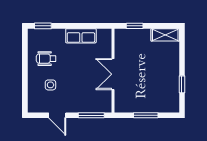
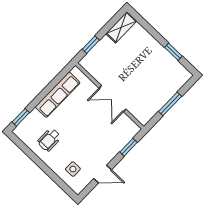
row of seats: (81, 36) -> (58, 95), width x1.48
side table: (50, 85) -> (73, 169), moved
window: (91, 115) -> (128, 147), width x0.67

